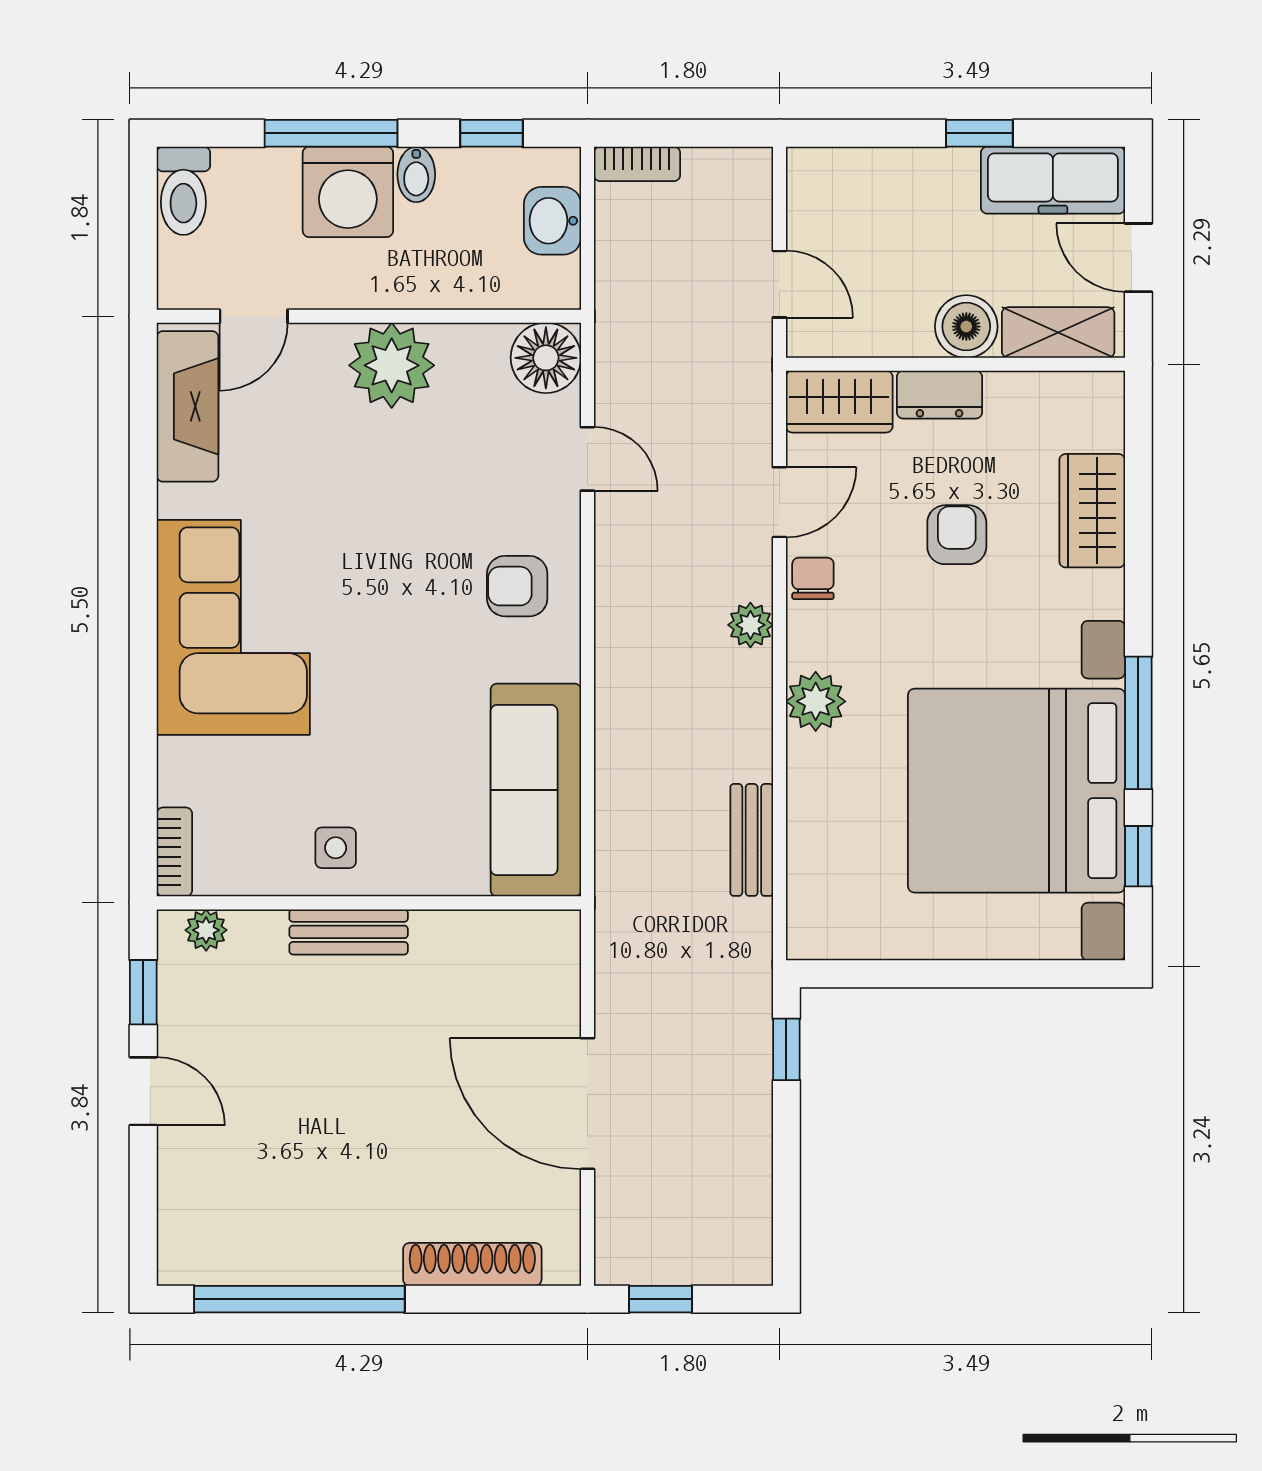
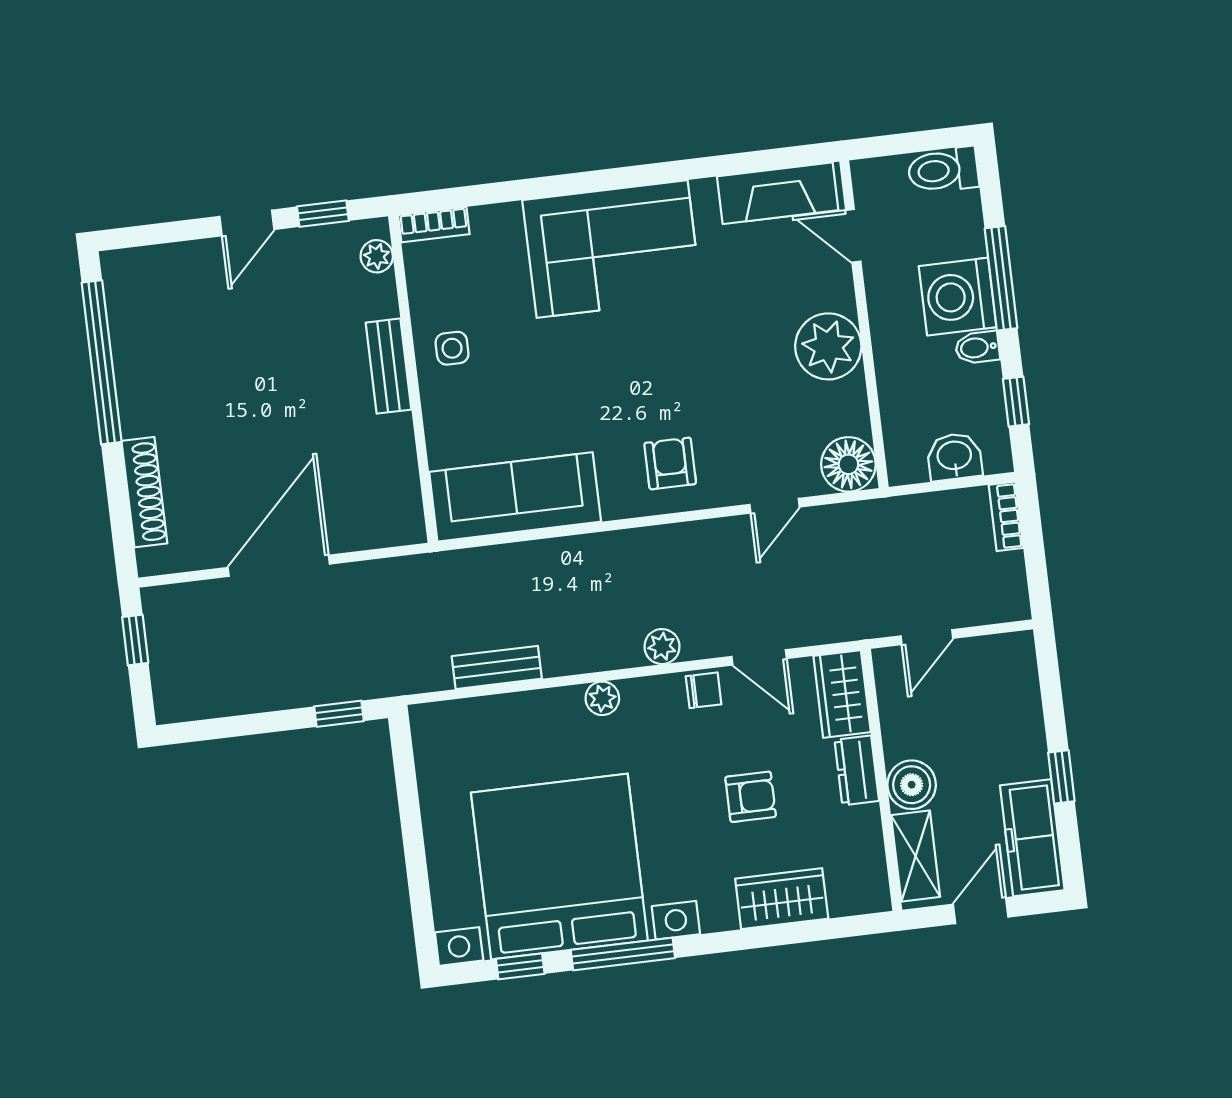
plant: (816, 701) -> (602, 698), width x0.73, depth x0.73

